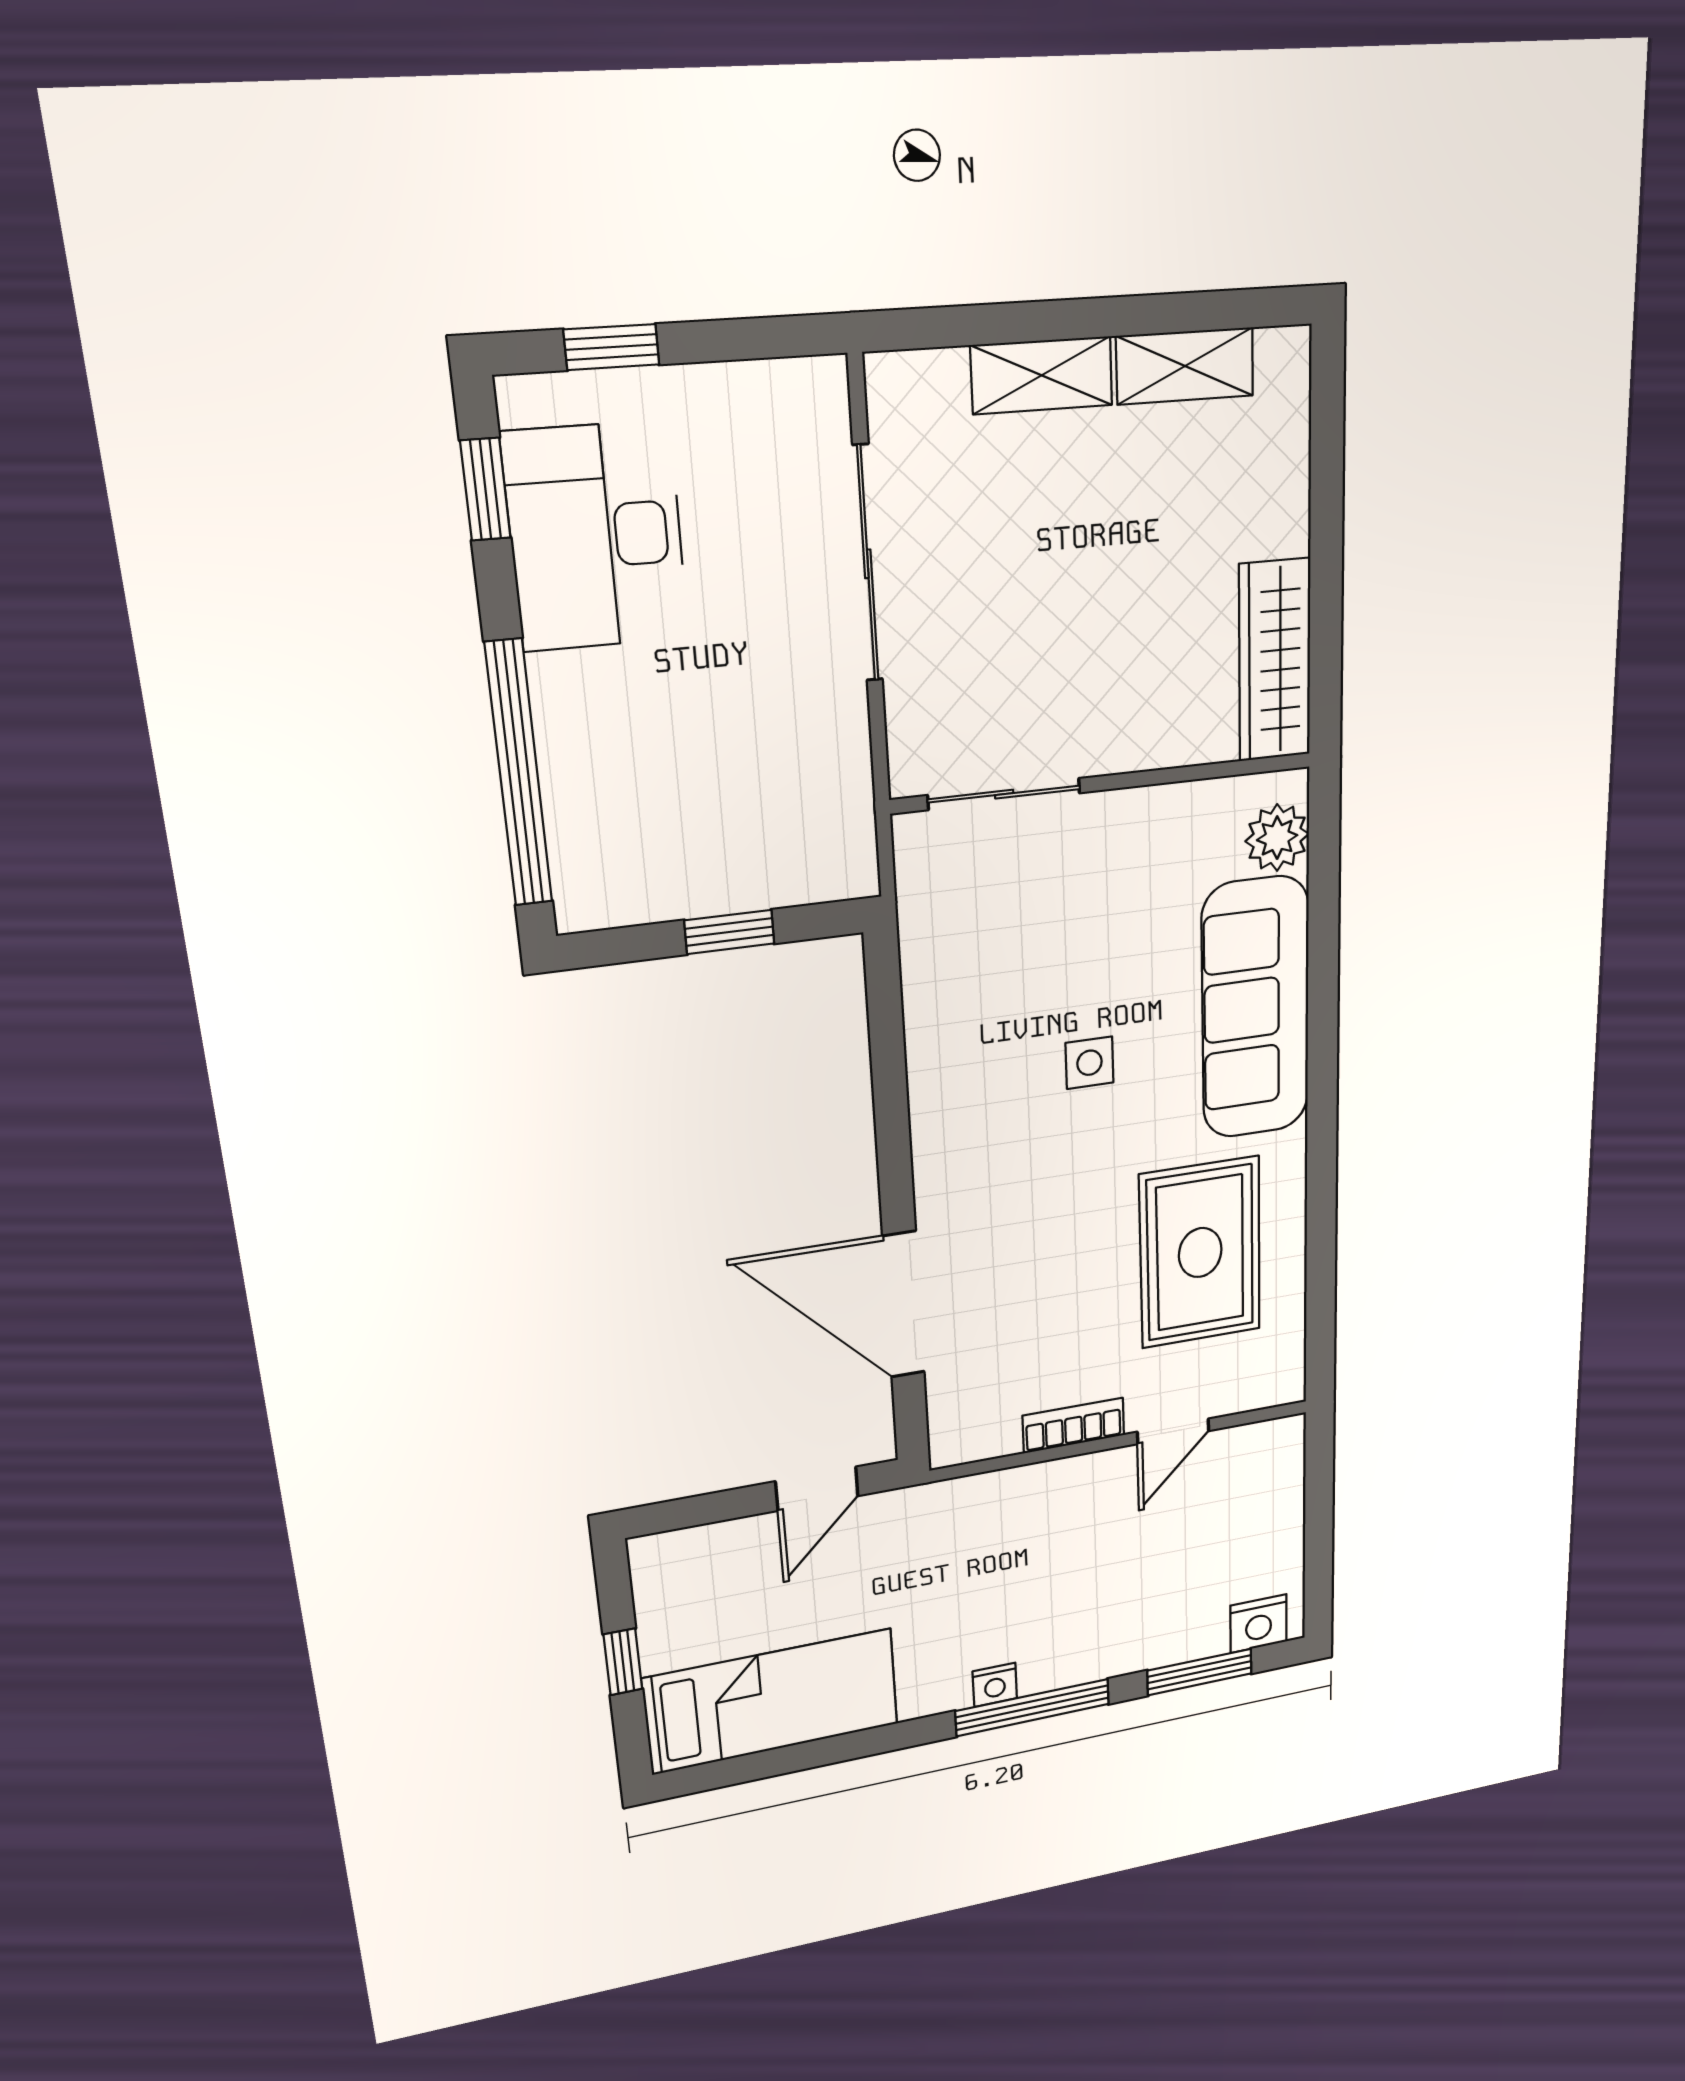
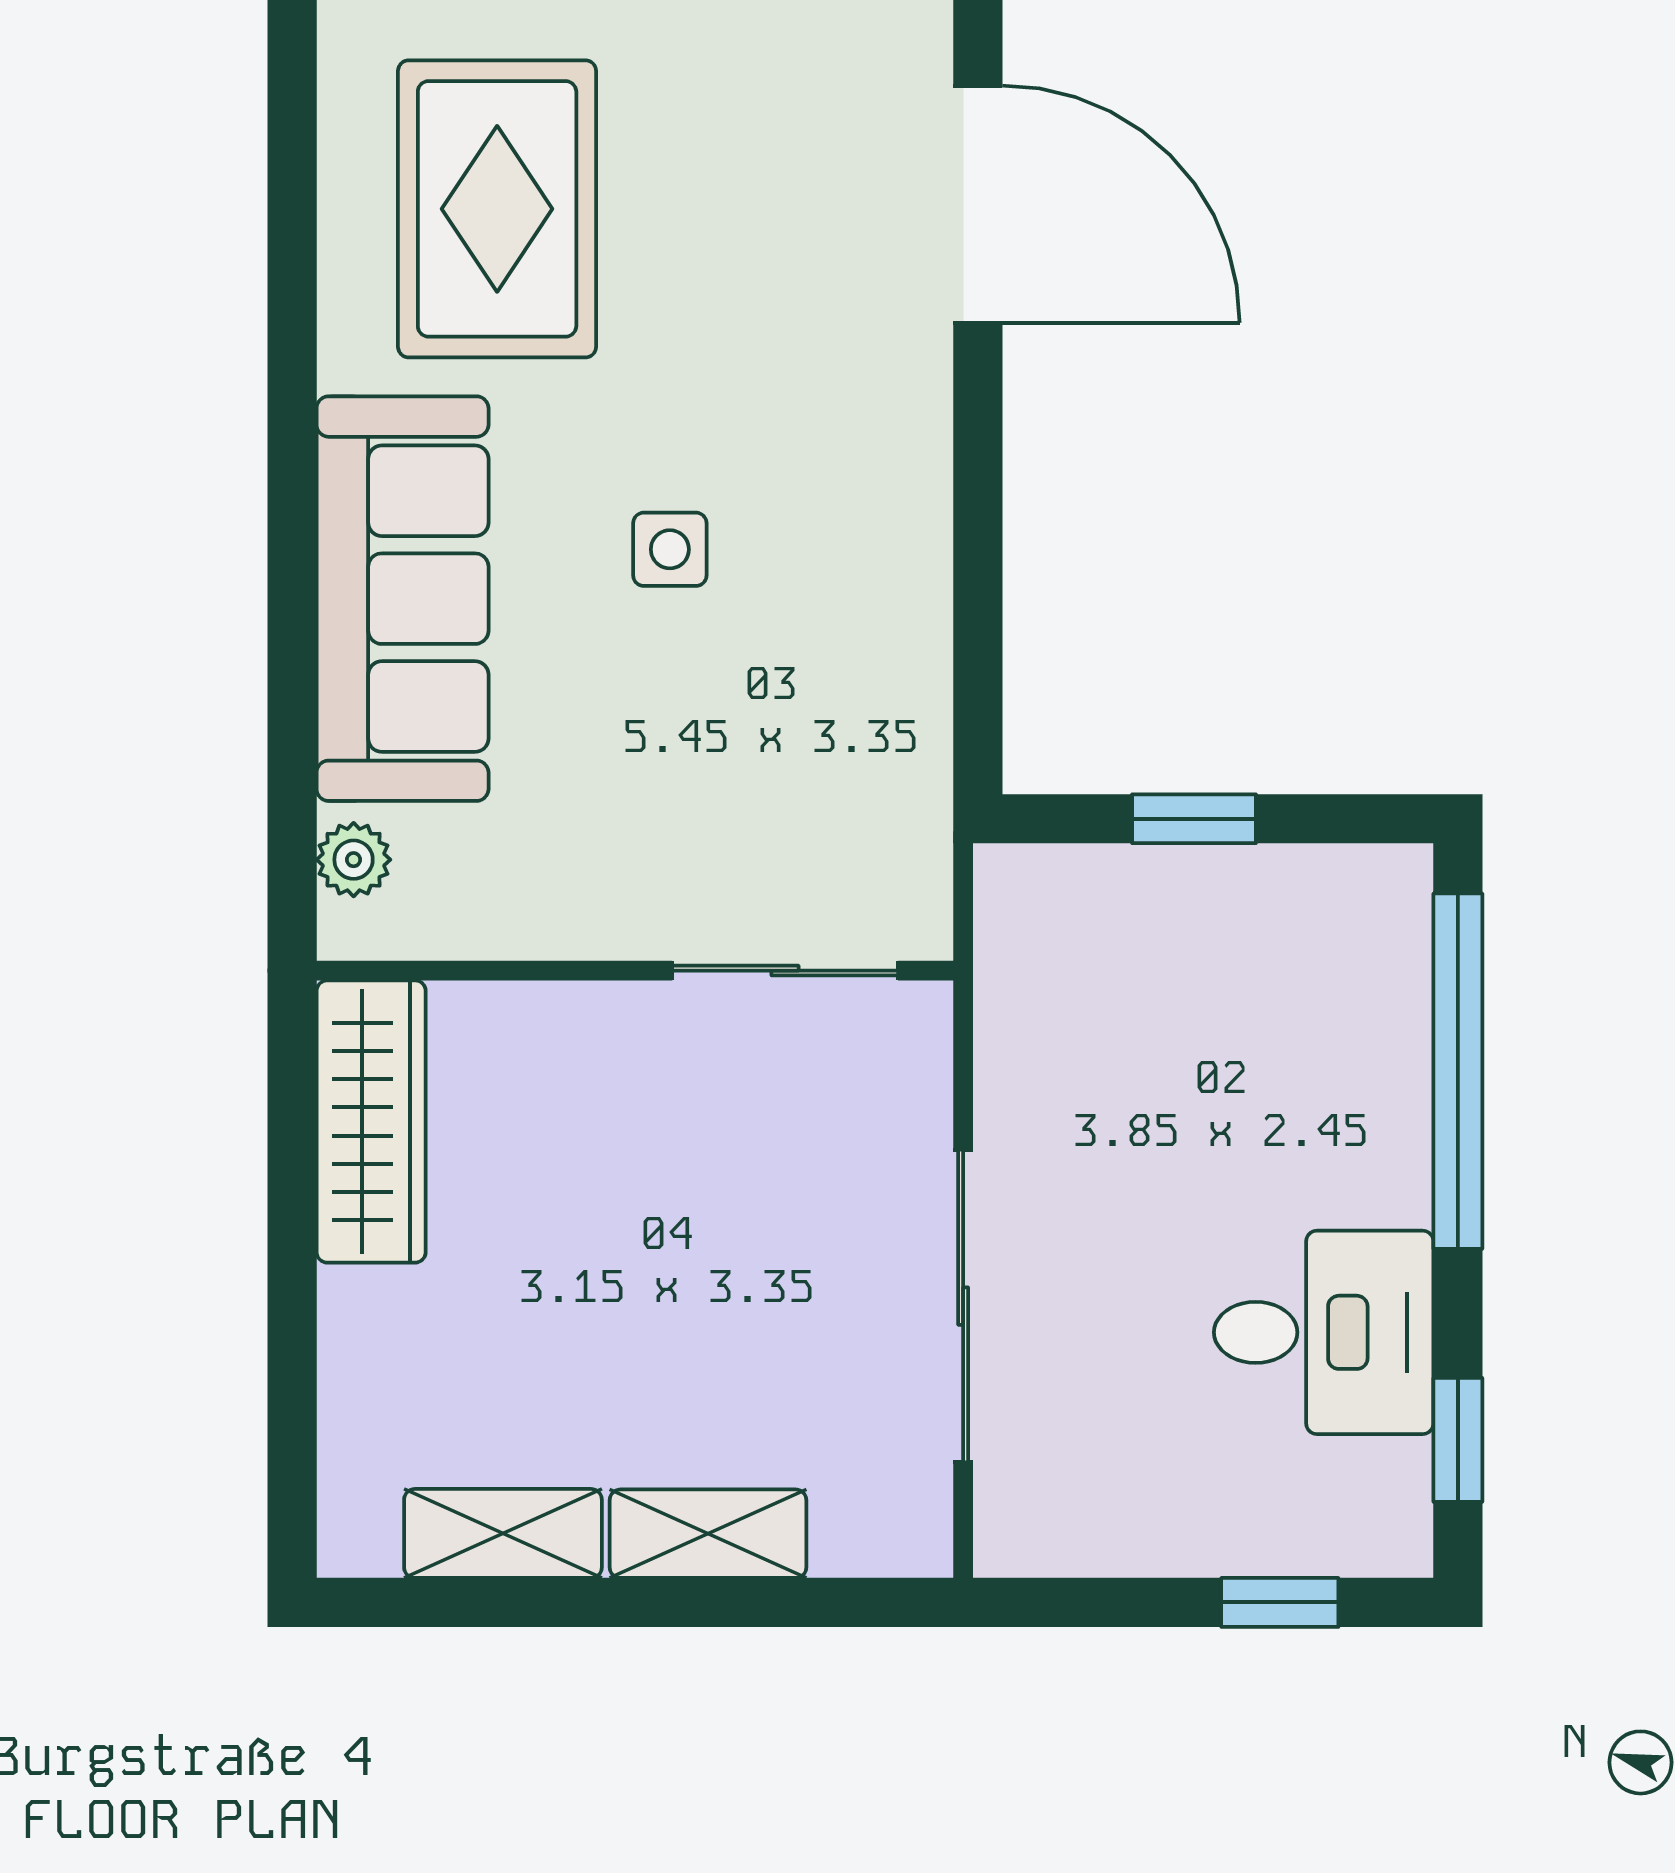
desk: (596, 537) -> (1324, 1332), width x0.73
plant: (1277, 838) -> (354, 860), width x0.73, depth x0.73

